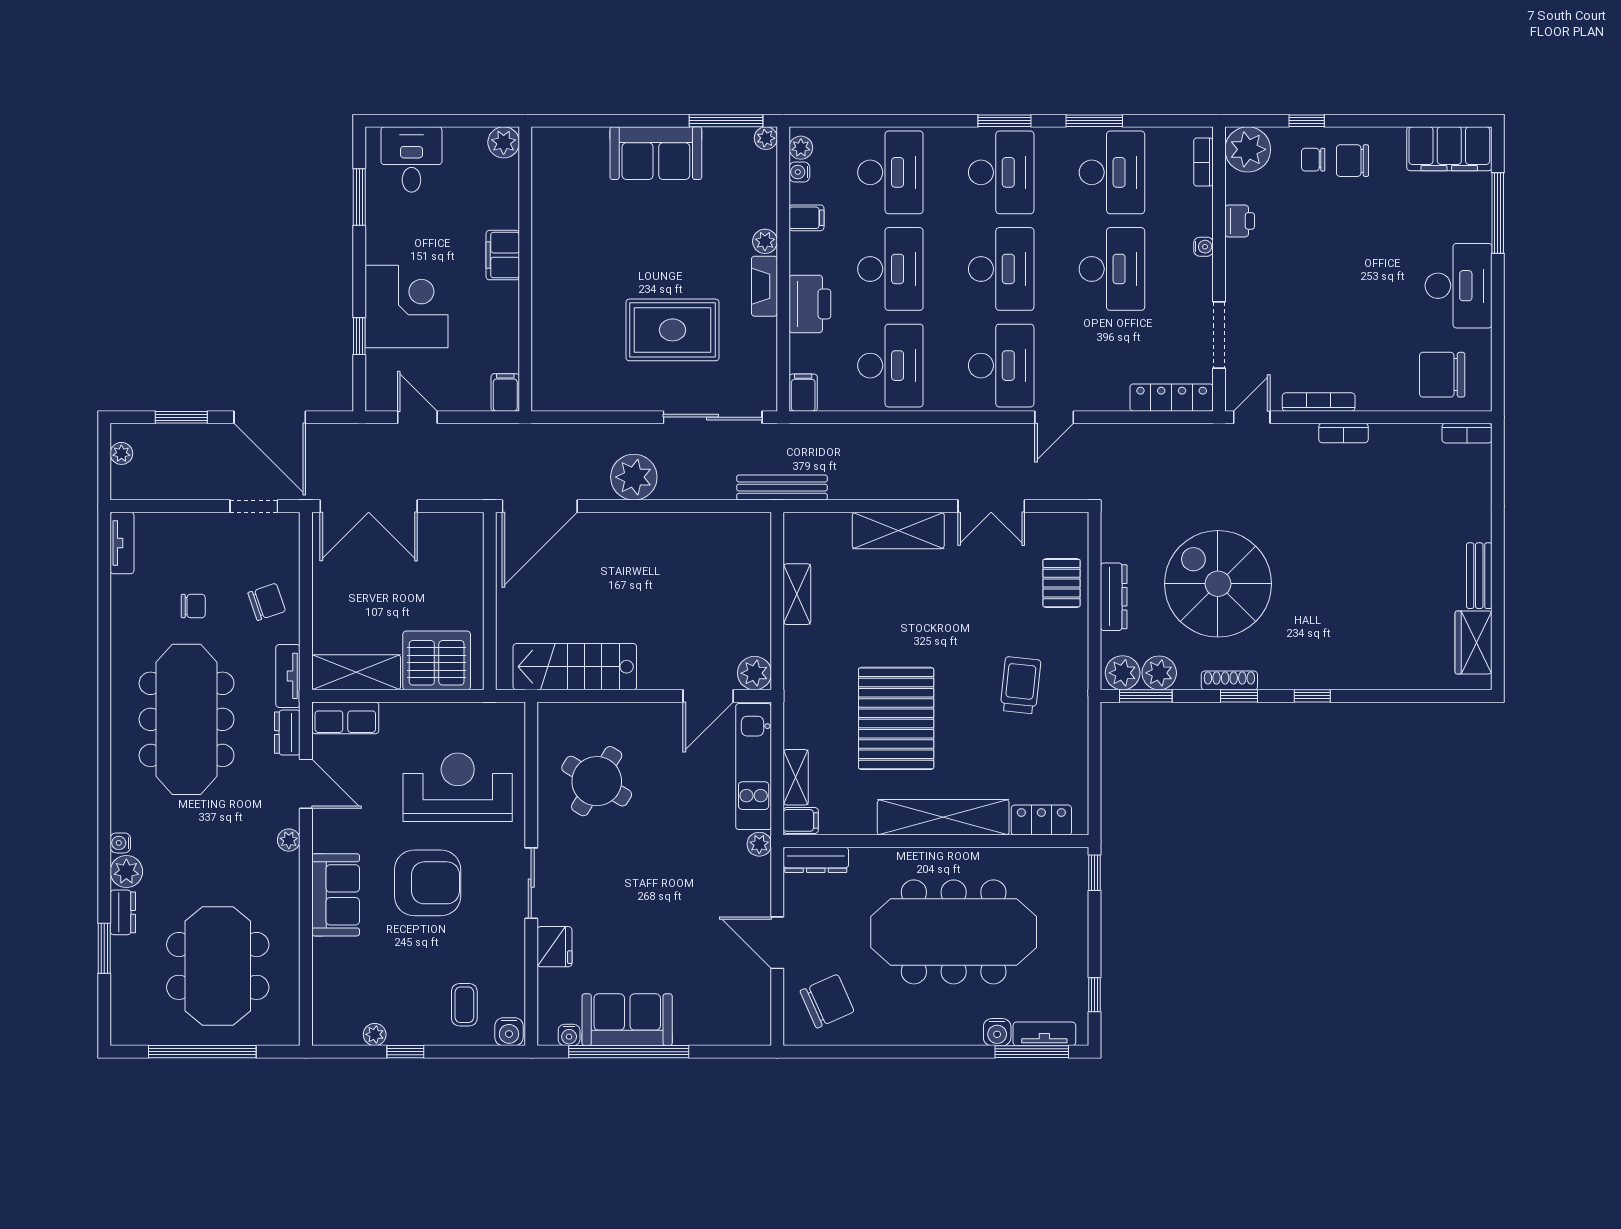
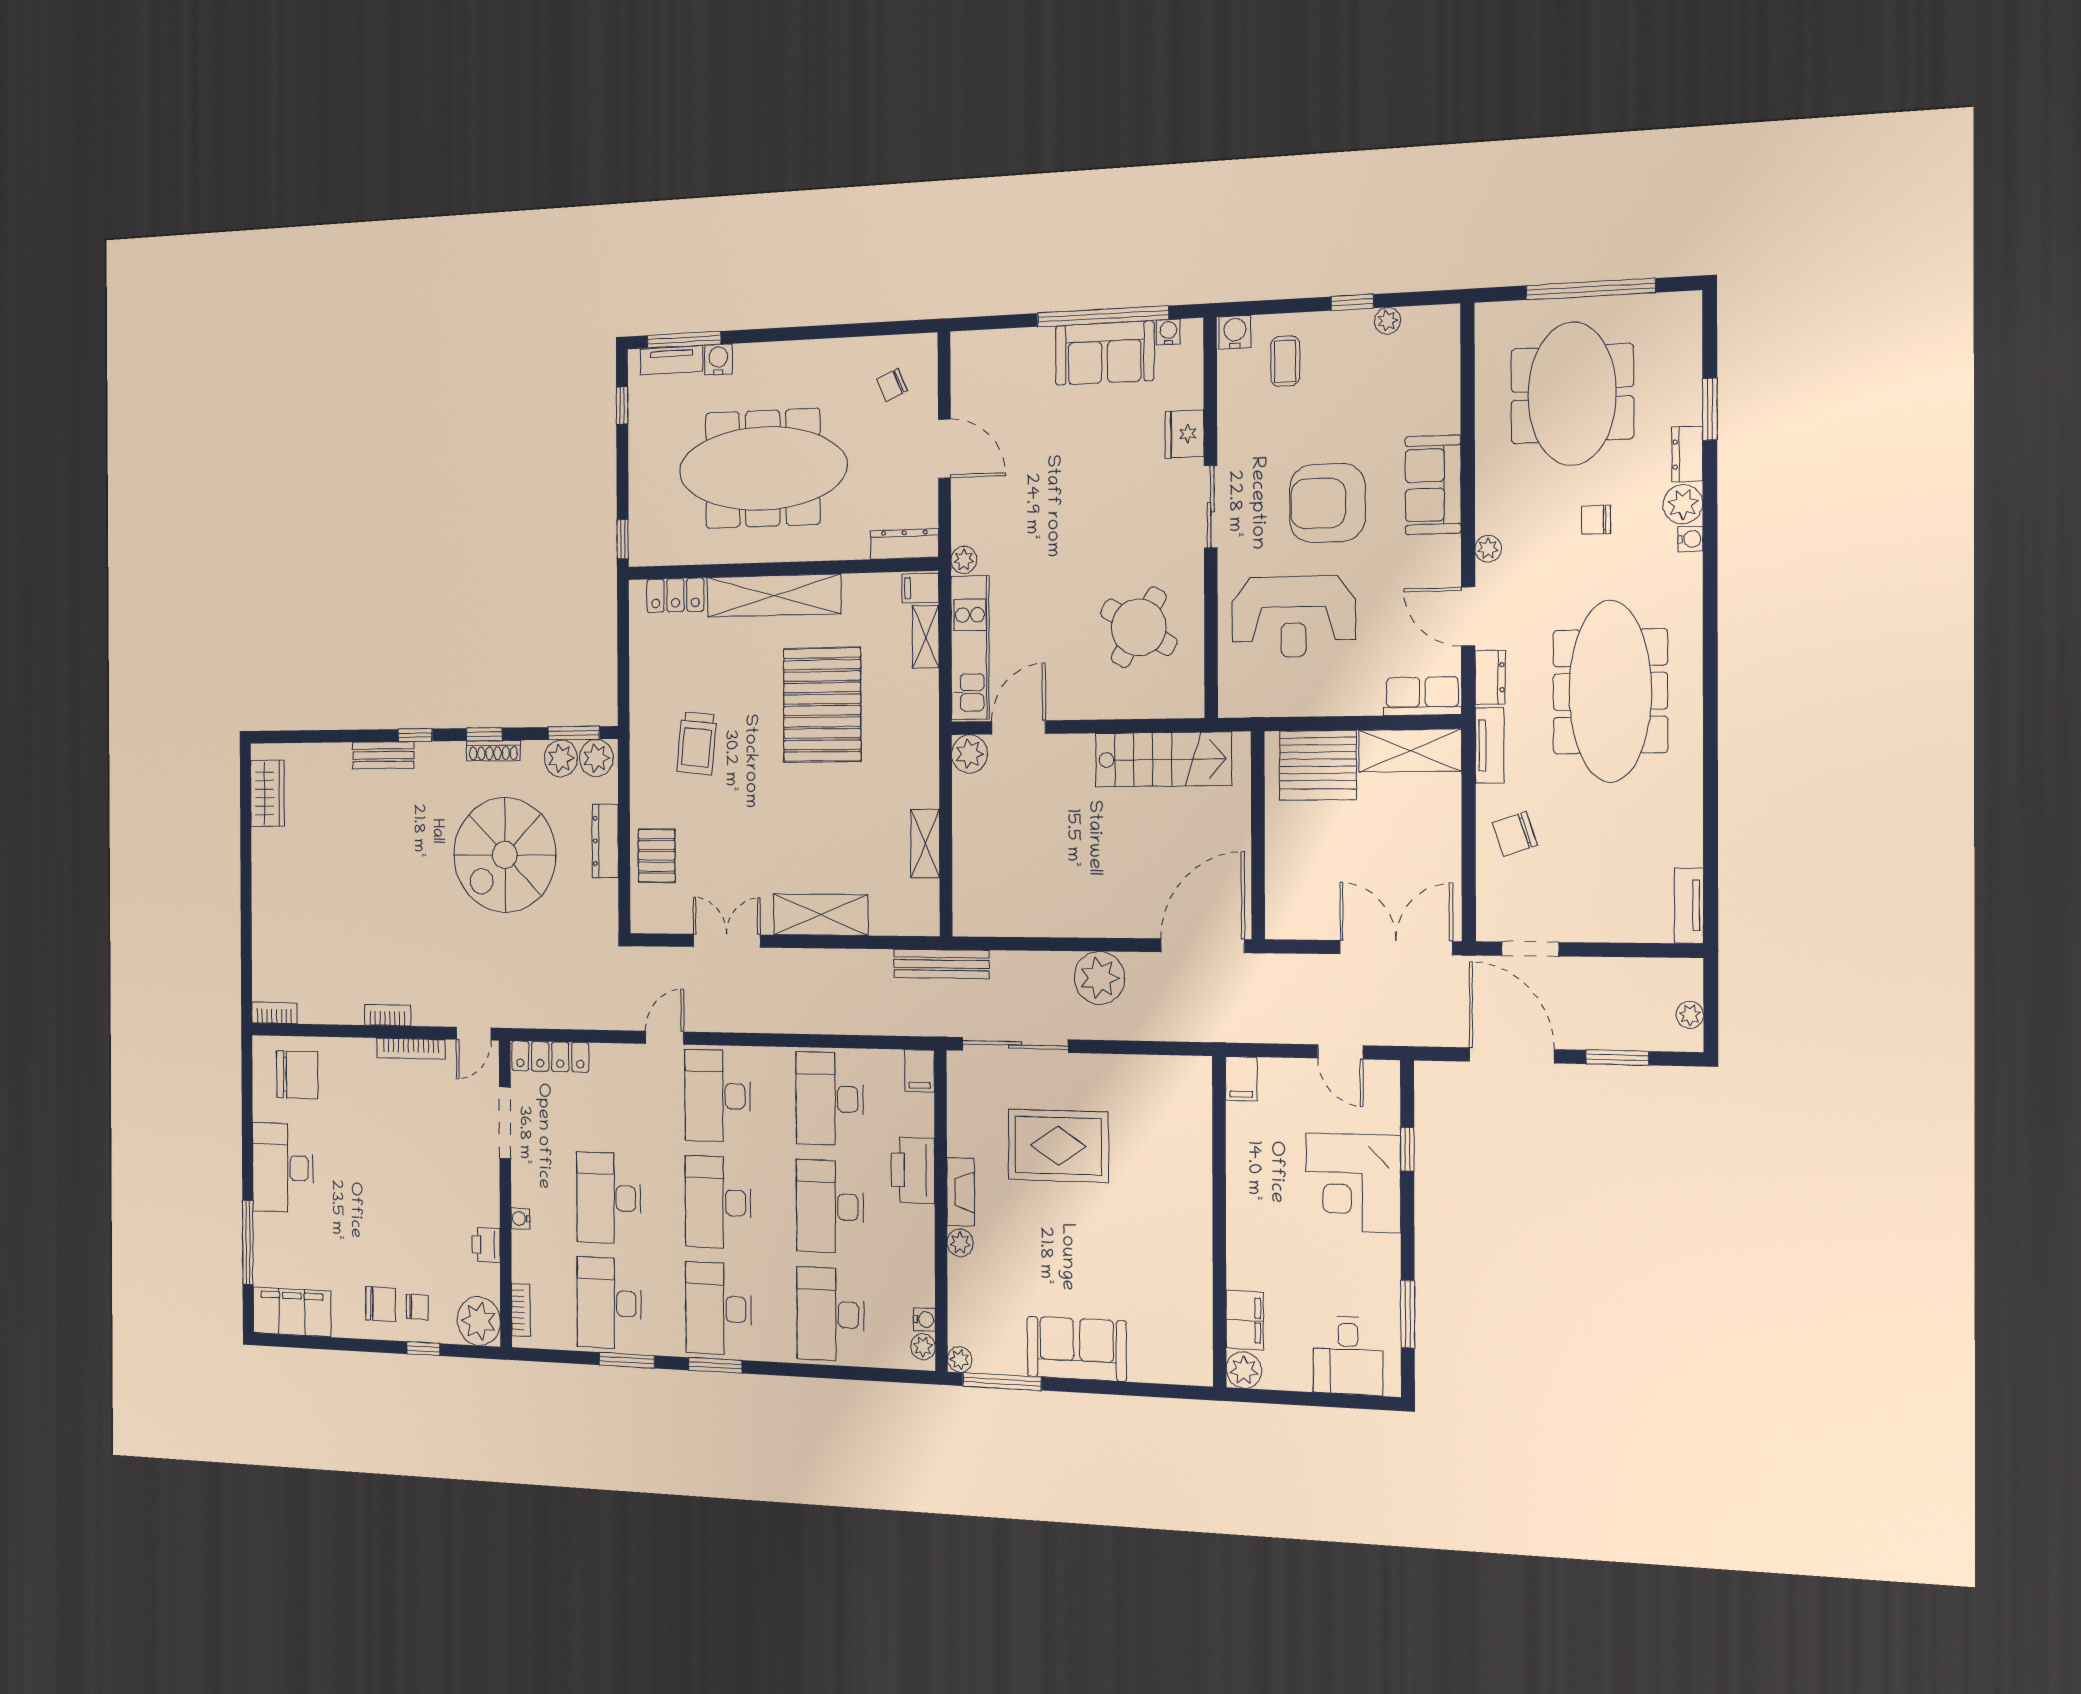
filing cabinet: (806, 218) -> (917, 1267), removed
filing cabinet: (503, 255) -> (1245, 1320), moved
bench: (1479, 576) -> (383, 755), moved, turned 90
spiral stairs: (1218, 584) -> (505, 855), turned 90
chair: (193, 606) -> (1596, 520), moved
chair: (827, 1001) -> (892, 385), width x0.54, depth x0.54

